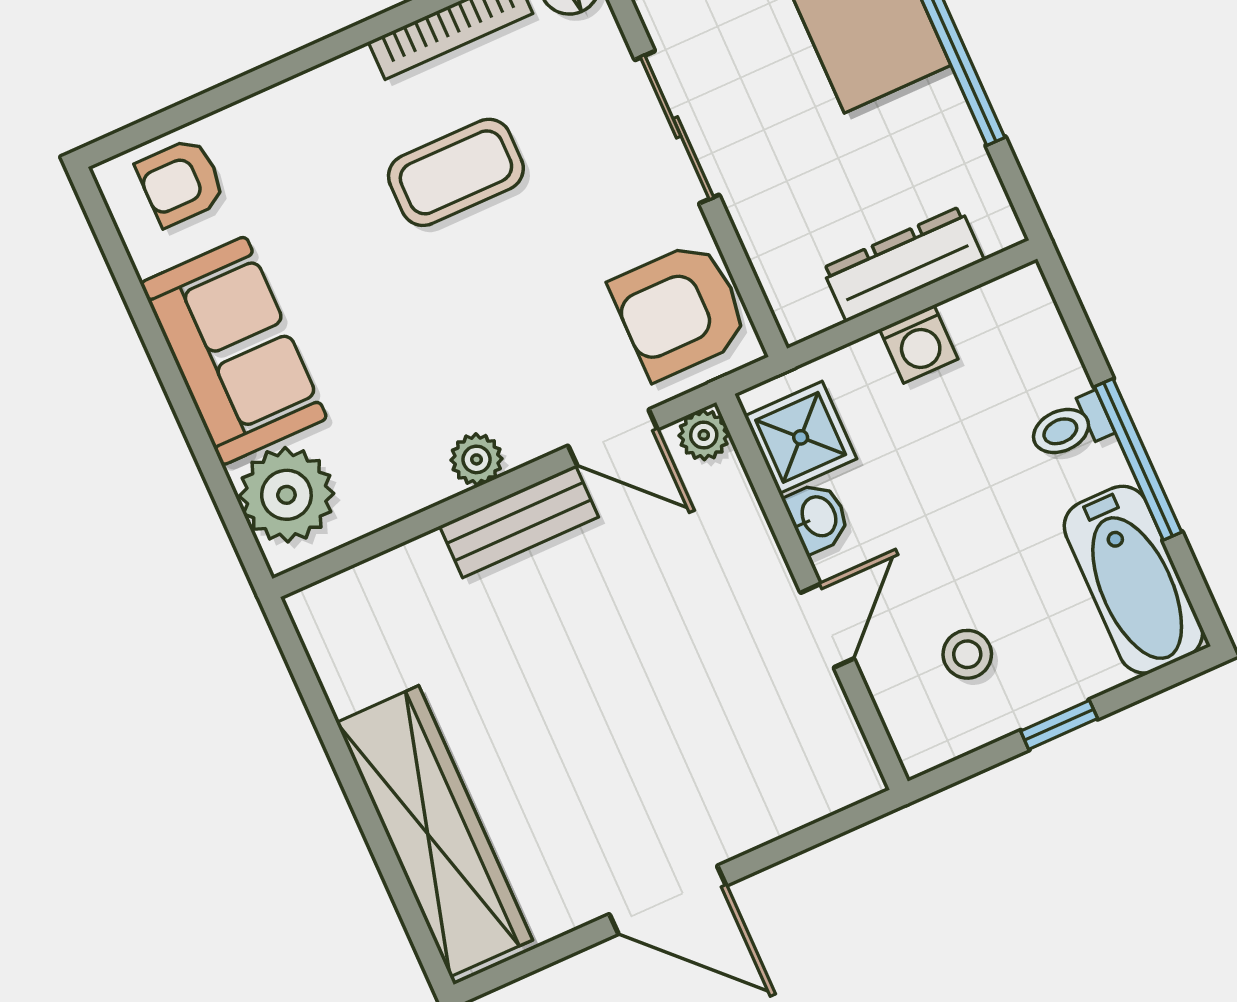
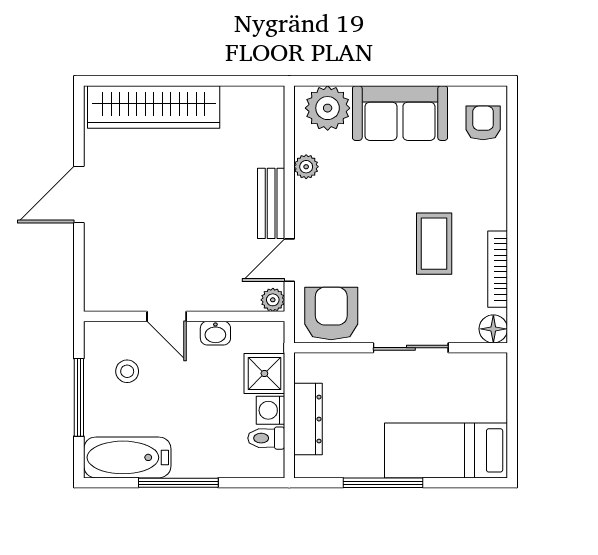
toilet: (1070, 427) -> (266, 438), moved, turned -90
shower: (801, 437) -> (264, 373), moved
plant: (476, 459) -> (306, 167), moved
window: (1059, 725) -> (79, 397), width x2.17

